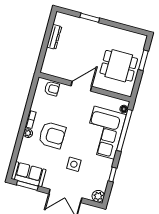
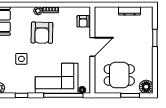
floor lamp: (139, 41) -> (146, 87), added
dining table: (119, 66) -> (119, 75), turned 90
door: (81, 86) -> (92, 47), hinge flipped

